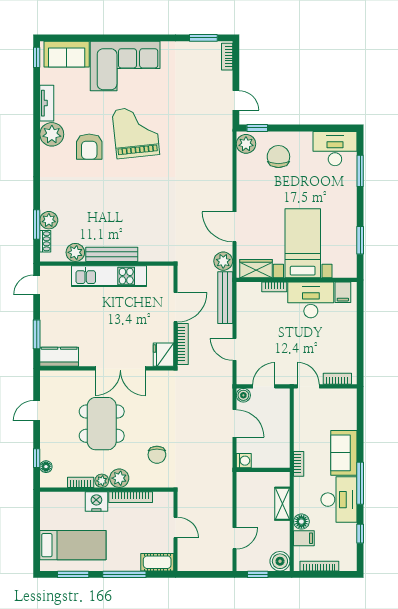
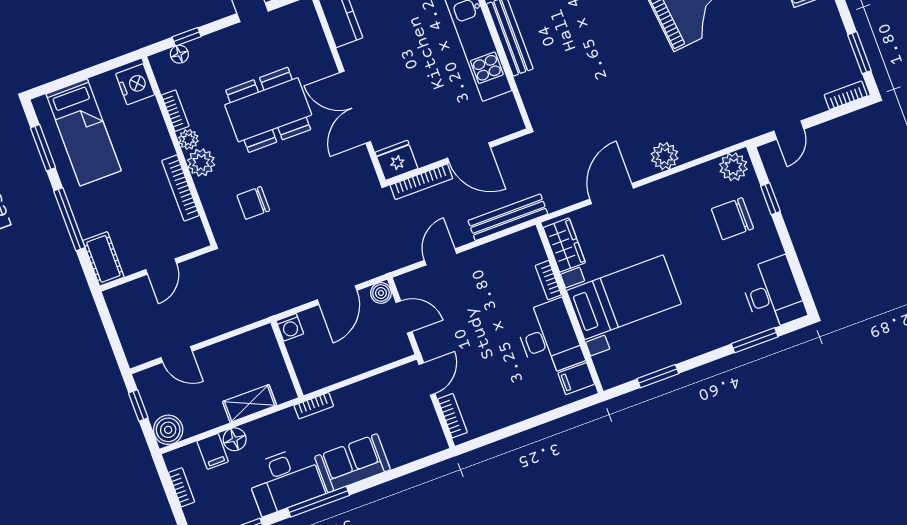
window: (257, 128) -> (770, 199), moved
chair: (278, 157) -> (732, 219), turned 180
plant: (223, 261) -> (665, 156), moved
nightstand: (96, 501) -> (135, 84), moved
bookcase: (319, 566) -> (182, 487), width x0.64

